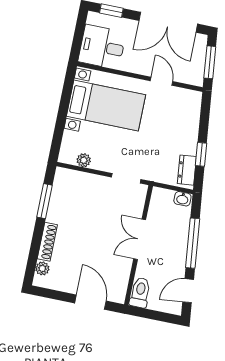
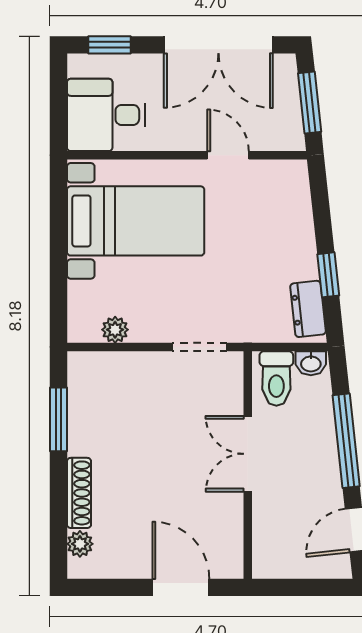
toilet: (140, 293) -> (276, 378), moved, turned 180

